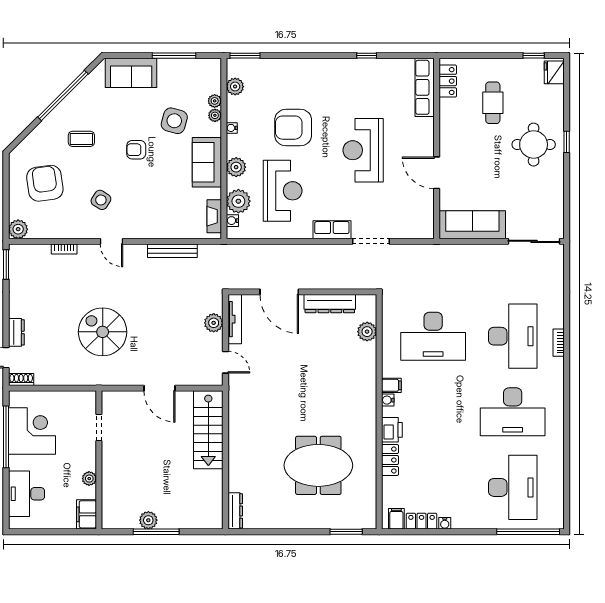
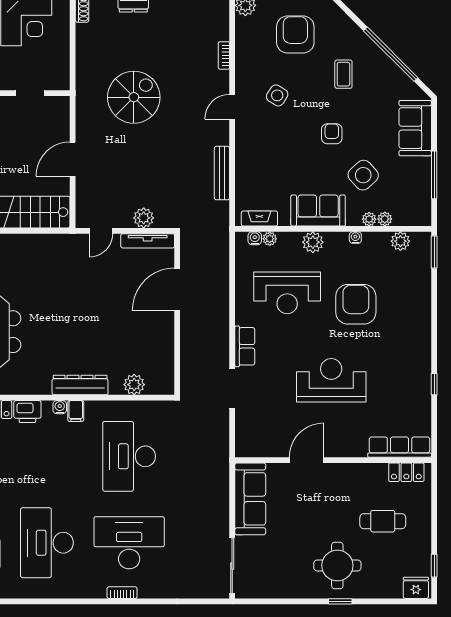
side table: (174, 121) -> (363, 175), turned 32
armchair: (45, 183) -> (295, 35), turned -82
plant: (238, 201) -> (270, 239), width x0.53, depth x0.53
dresser: (330, 304) -> (80, 385), moved, turned 90
desk: (513, 336) -> (129, 543), turned 180

